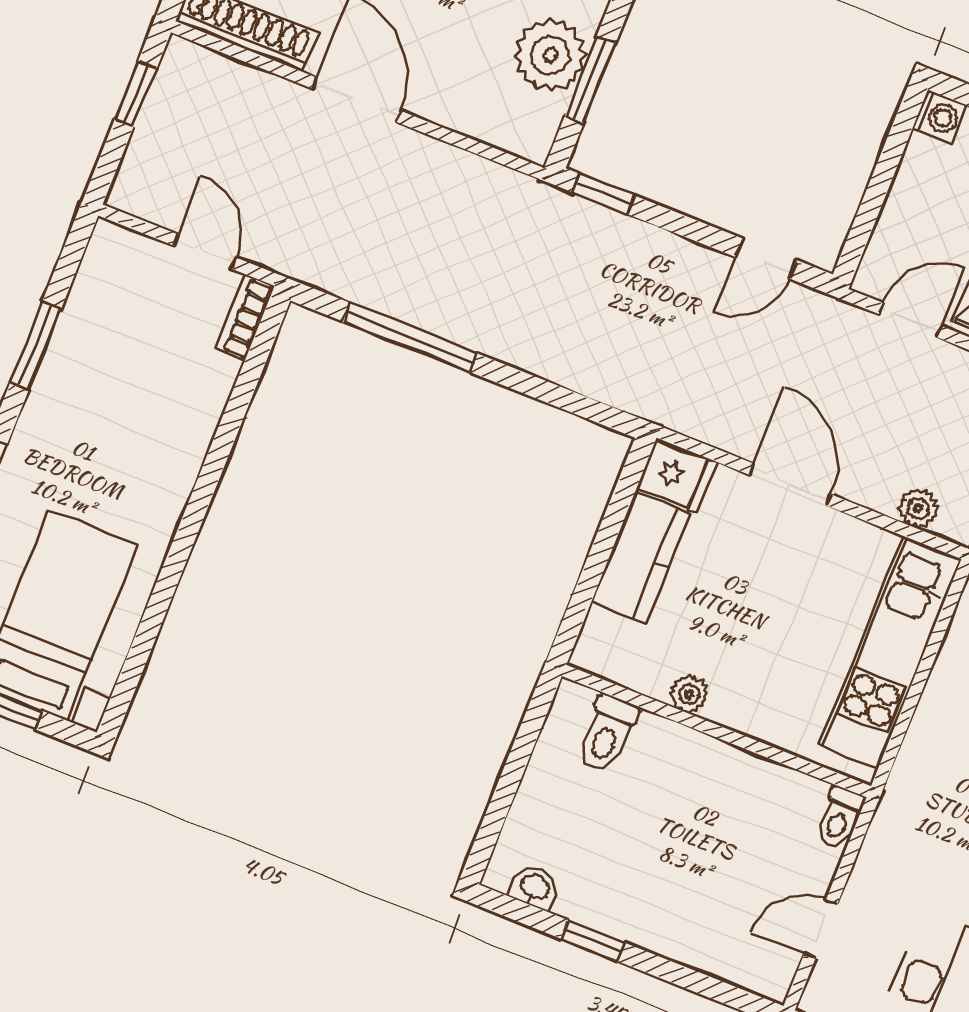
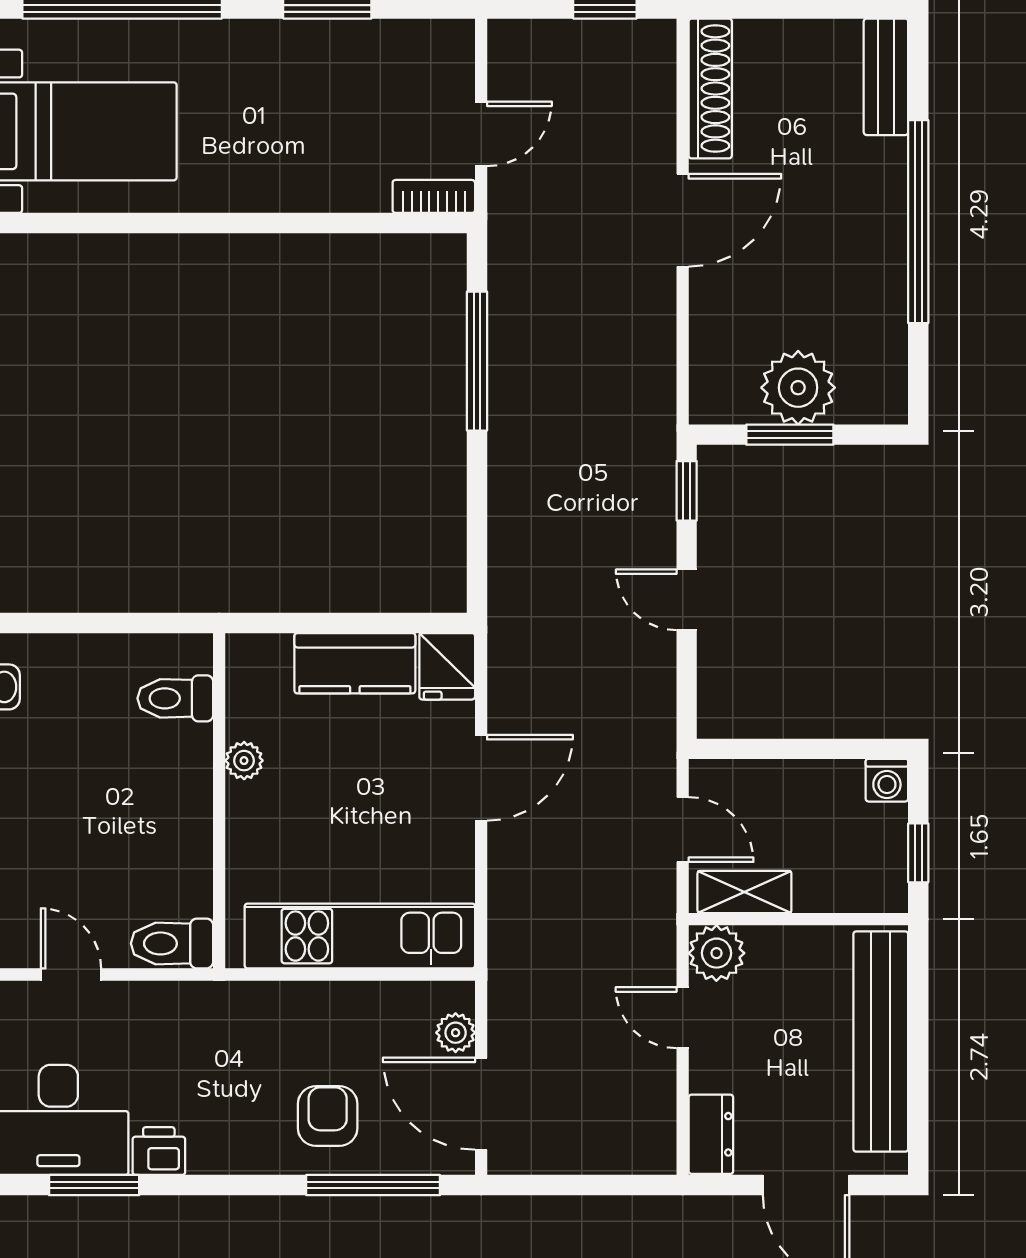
door: (766, 259) -> (687, 600), moved
plant: (918, 508) -> (507, 908), removed
toilet: (840, 818) -> (172, 943), width x1.37, depth x1.39

